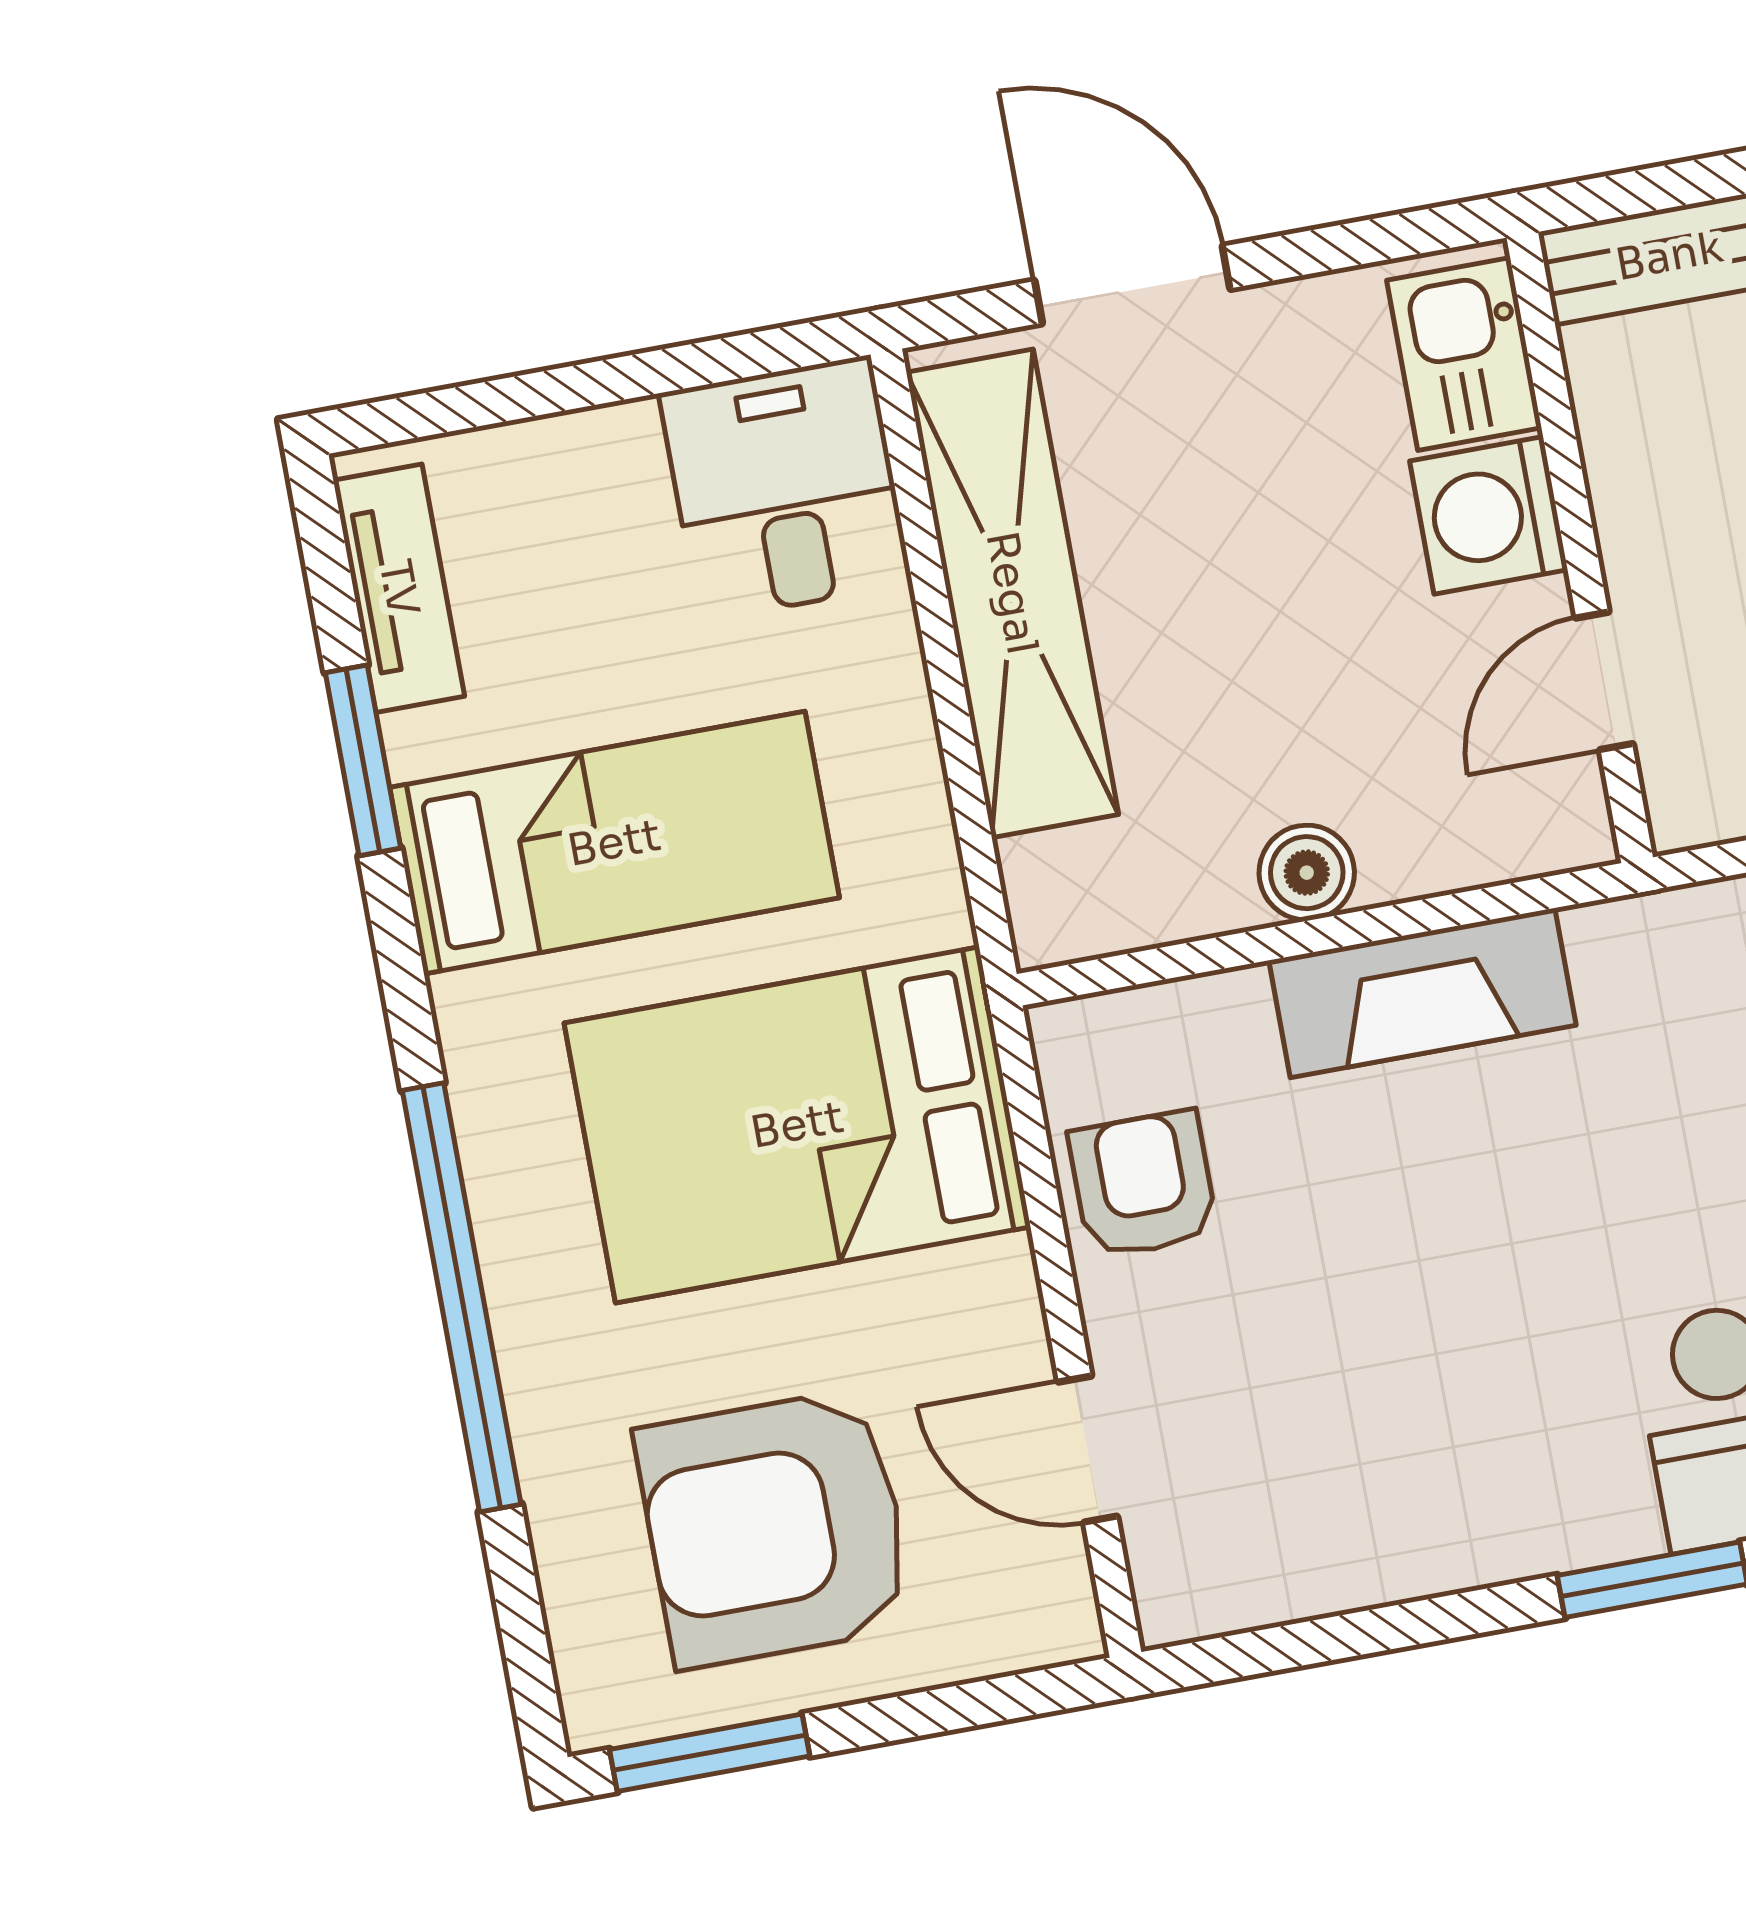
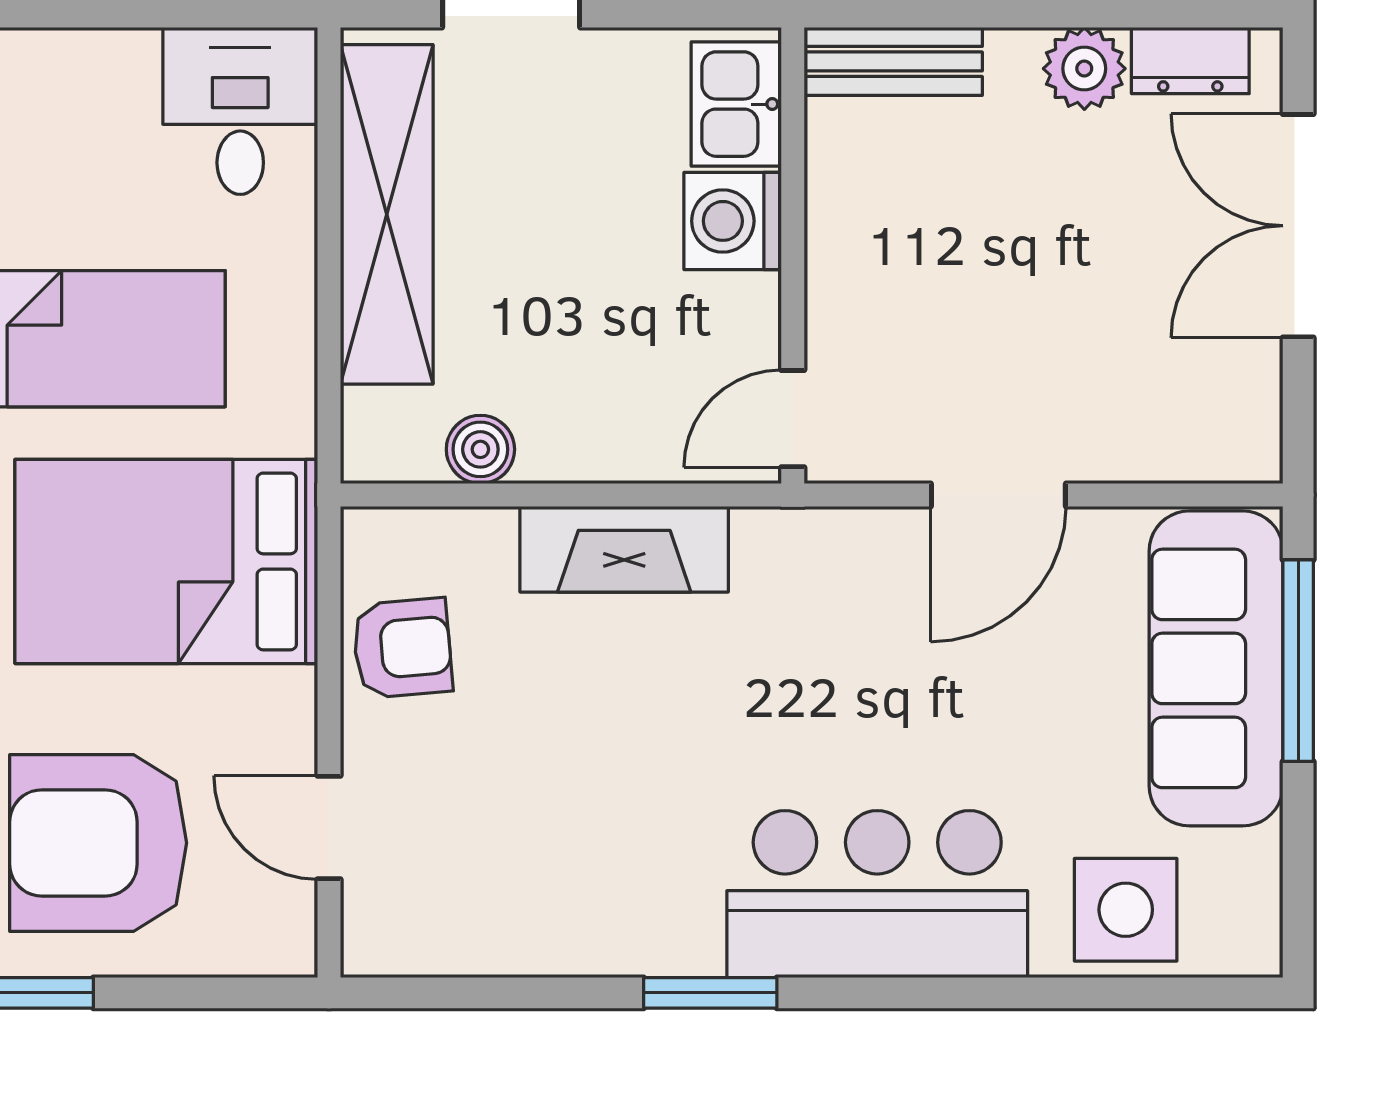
door: (1604, 681) -> (793, 419), moved
boiler: (1307, 873) -> (480, 449), moved
armchair: (1143, 1184) -> (402, 648), turned 85

